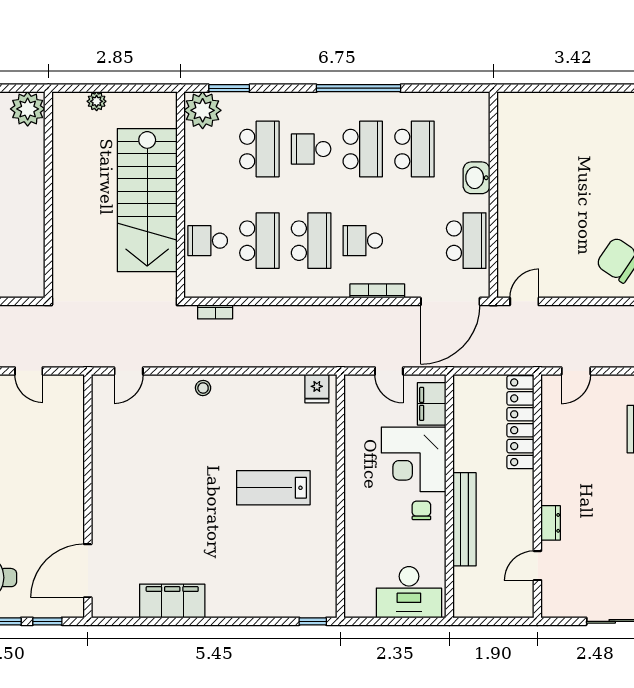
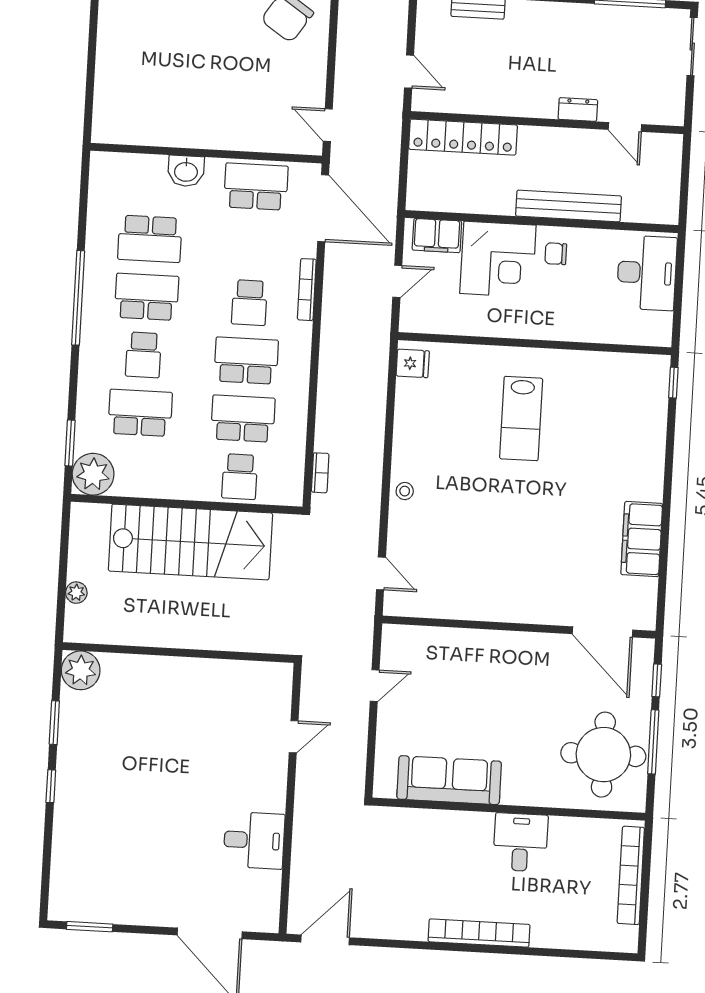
school desk: (414, 149) -> (150, 239), turned 180

